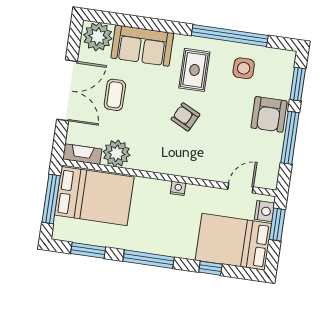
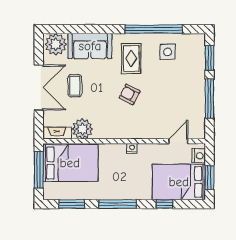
armchair: (269, 114) -> (191, 83), removed
window: (277, 224) -> (209, 178), moved

